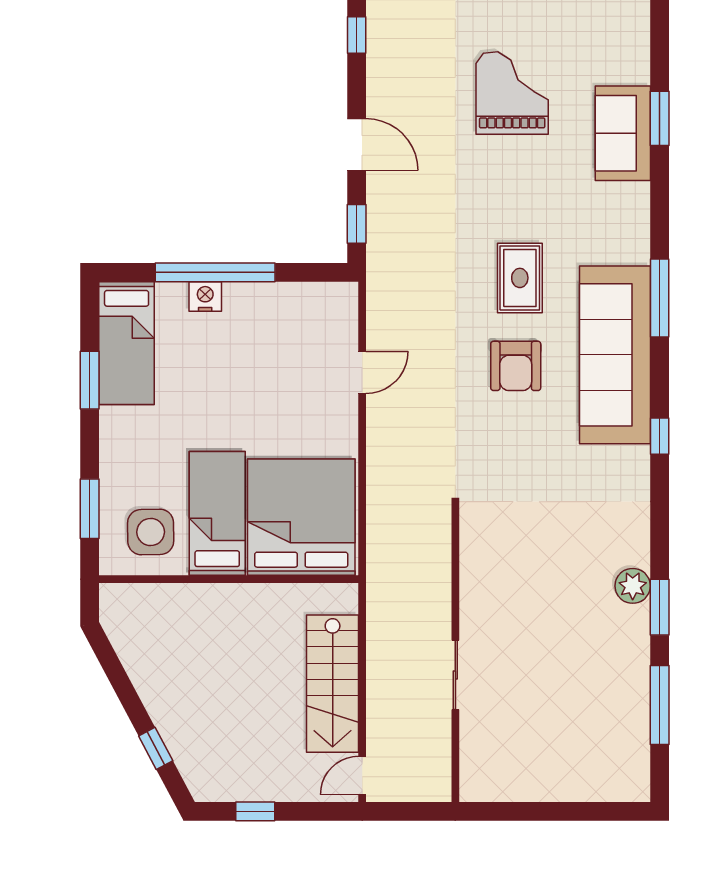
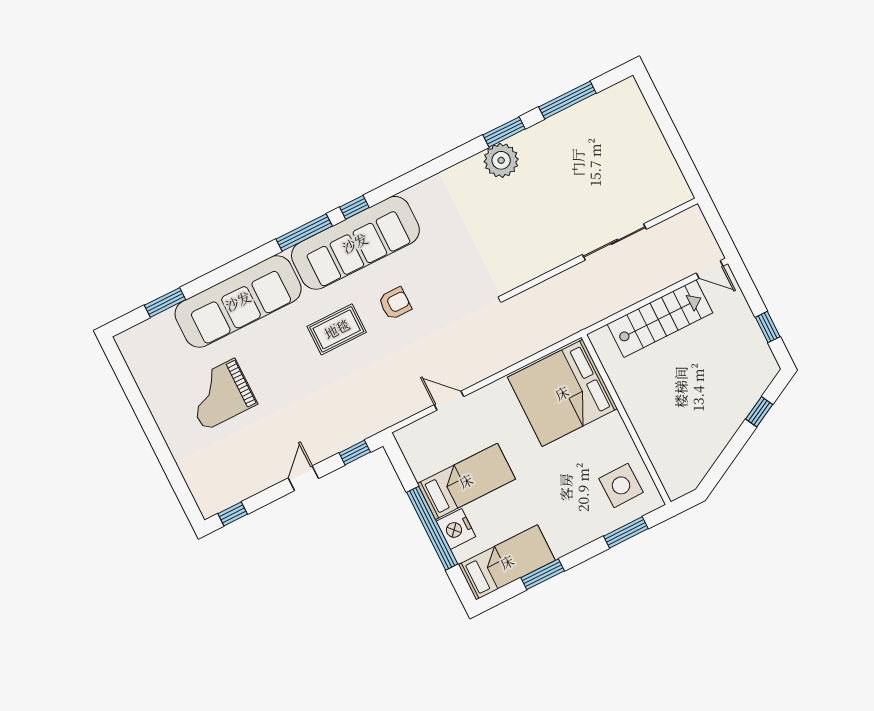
window: (660, 118) -> (165, 302), moved
sofa: (623, 133) -> (238, 301), width x1.85, depth x1.27
door: (357, 144) -> (303, 478), width x0.73
nightstand: (205, 297) -> (456, 529), width x1.36, depth x1.33
armchair: (516, 366) -> (395, 303), width x0.72, depth x0.72
window: (660, 436) -> (354, 207), moved
bed: (217, 513) -> (466, 481), moved, turned 180
plant: (633, 586) -> (501, 160), width x1.36, depth x1.36
sliding door: (455, 675) -> (614, 242), width x1.37

